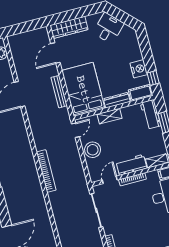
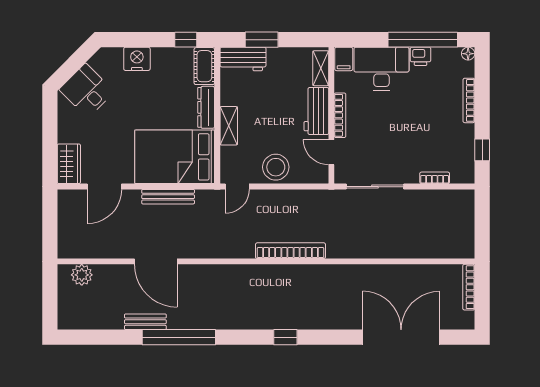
wardrobe: (69, 27) -> (69, 164), width x0.67
door: (55, 53) -> (104, 187), hinge flipped
nightstand: (139, 69) -> (137, 59), moved
door: (75, 130) -> (237, 187), swing flipped

